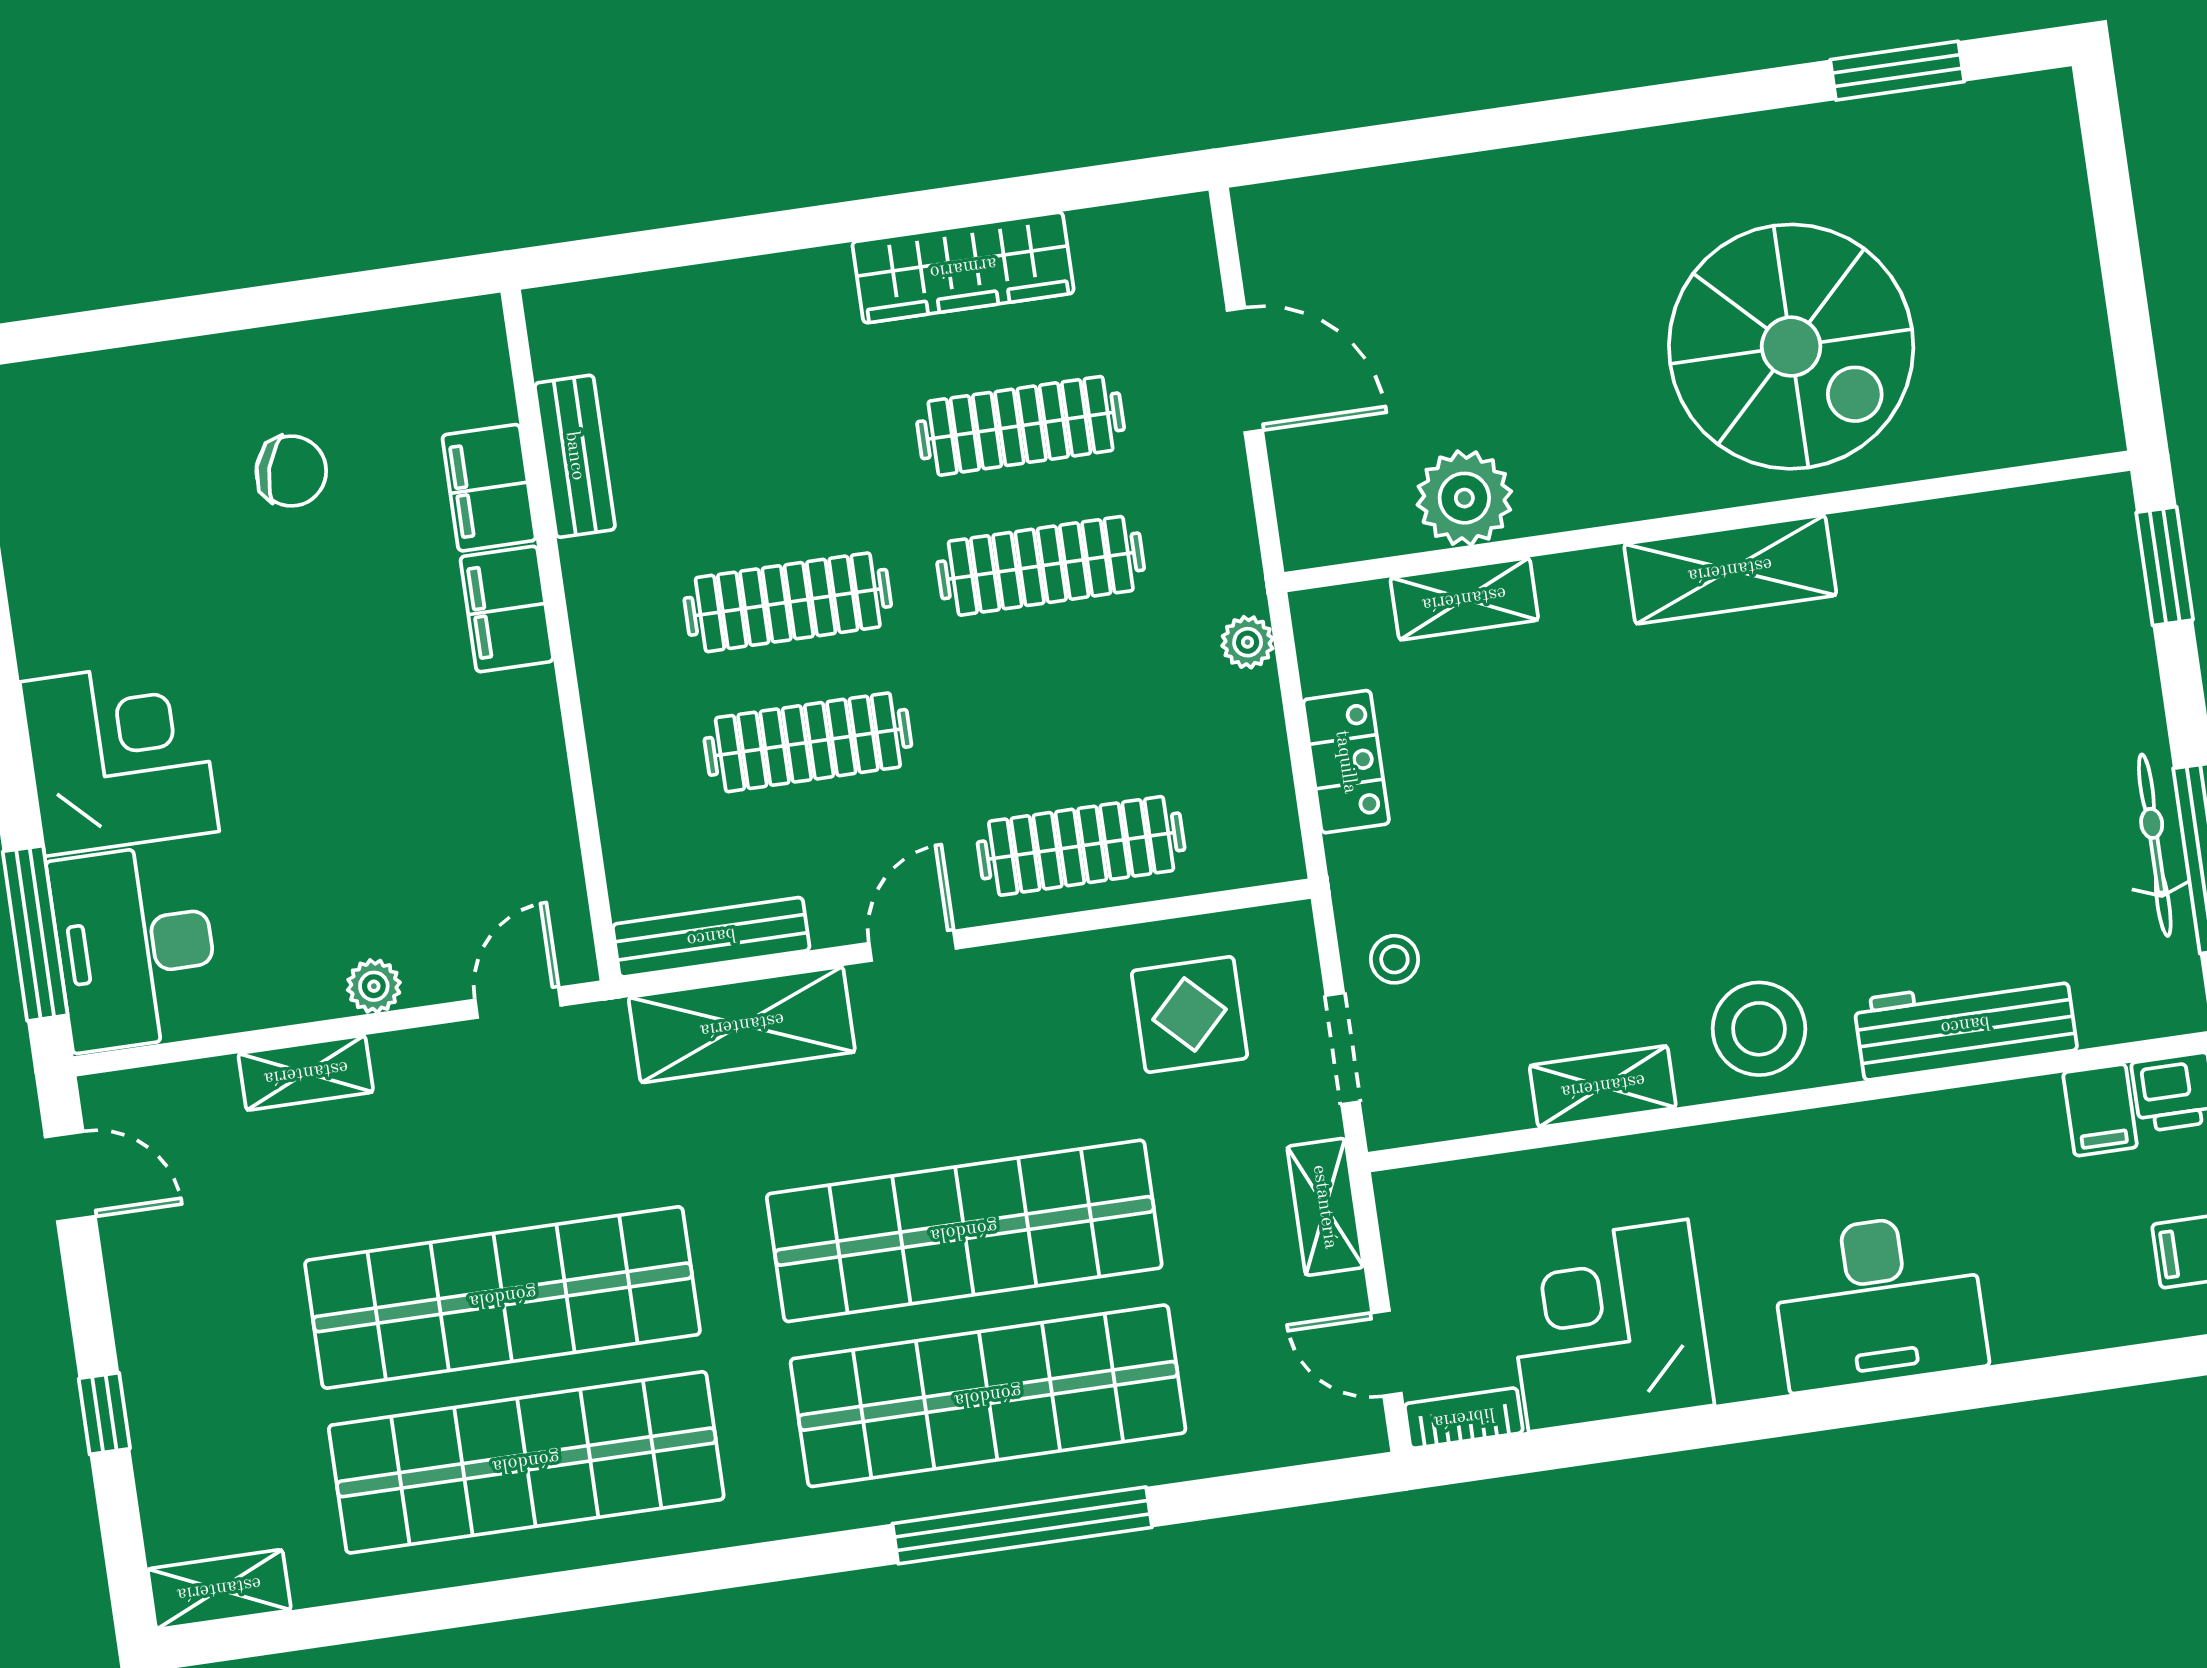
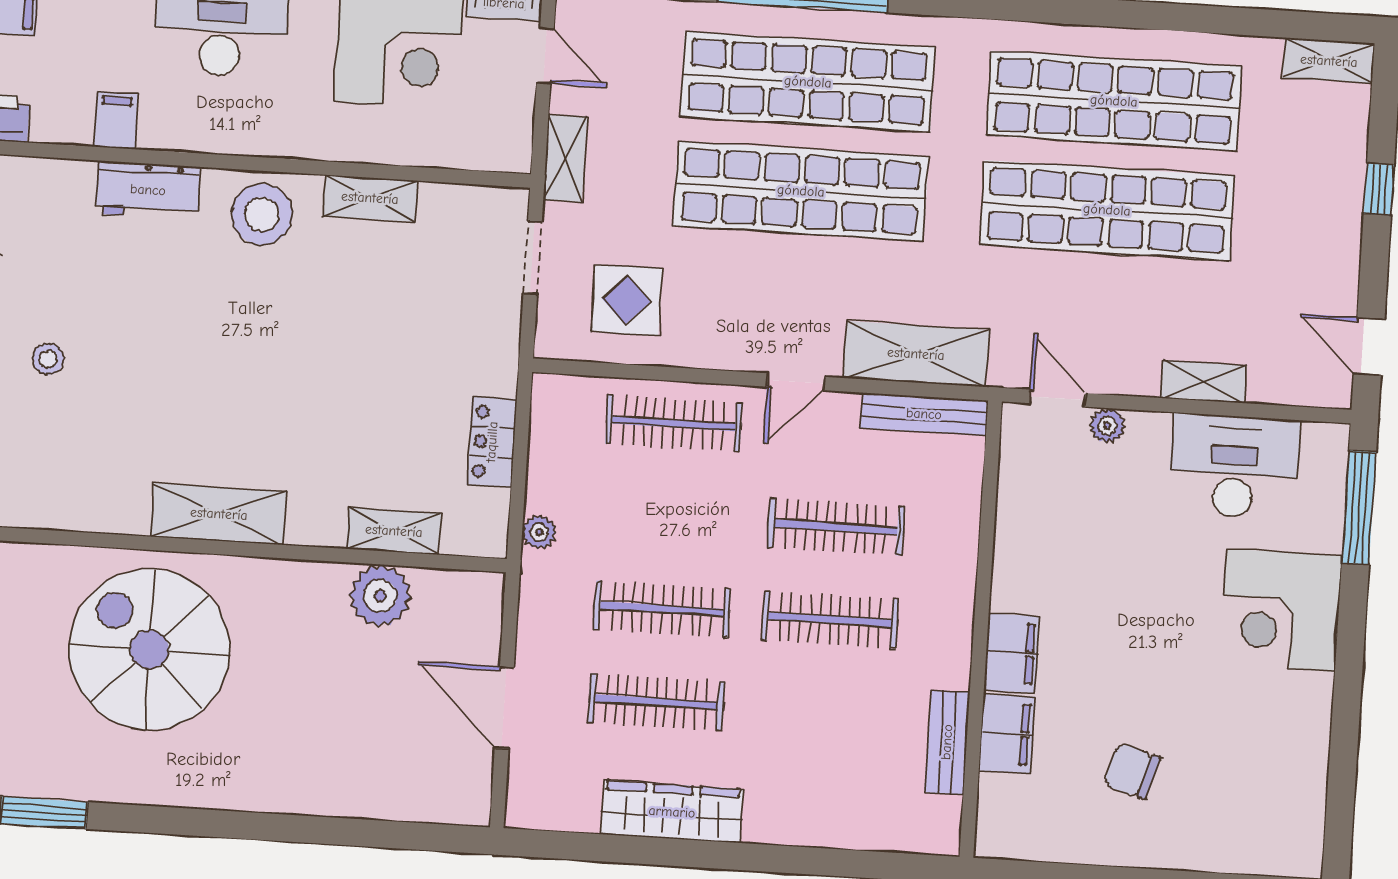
desk: (135, 947) -> (1234, 466), moved, turned -90
stool: (1394, 959) -> (48, 359), moved
plant: (374, 986) -> (1107, 426), moved
door: (518, 1003) -> (1057, 398), swing flipped
workbench: (1965, 1025) -> (148, 190), width x0.73
filing cabinet: (2100, 1110) -> (116, 120), moved

